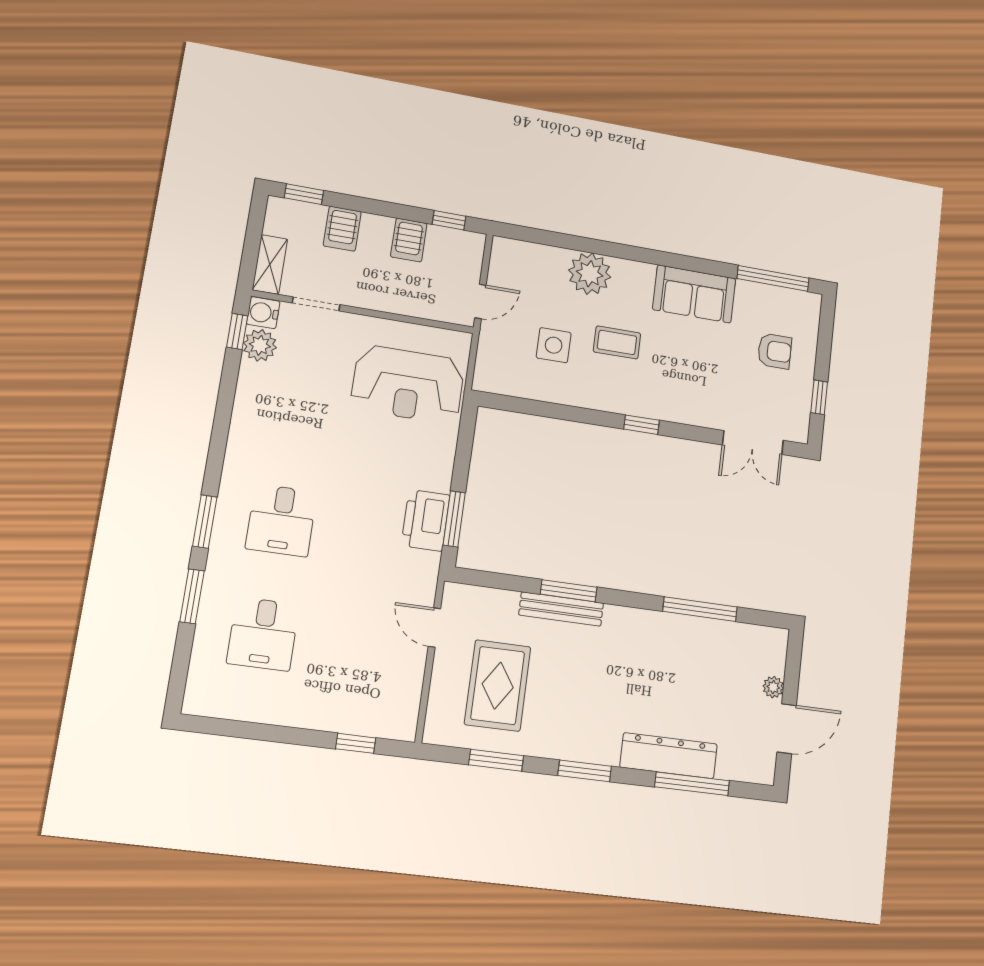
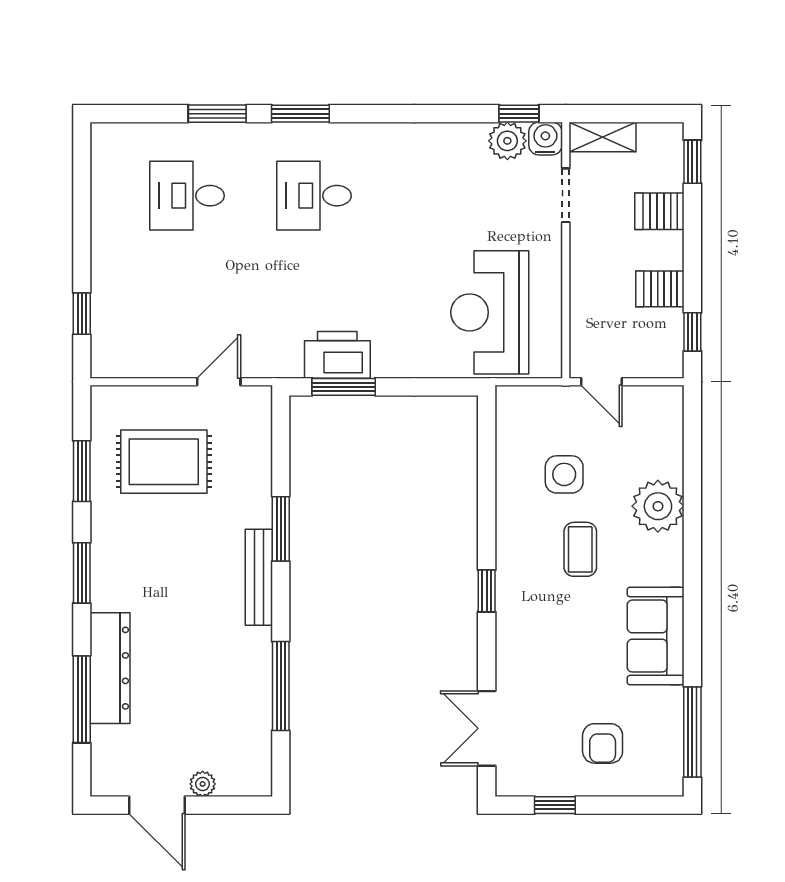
bench: (561, 609) -> (259, 577), moved

